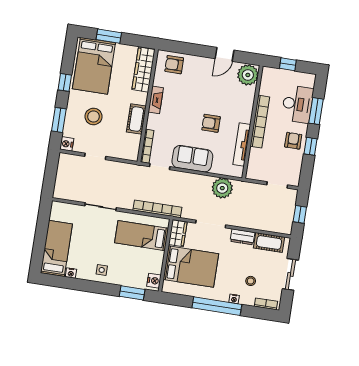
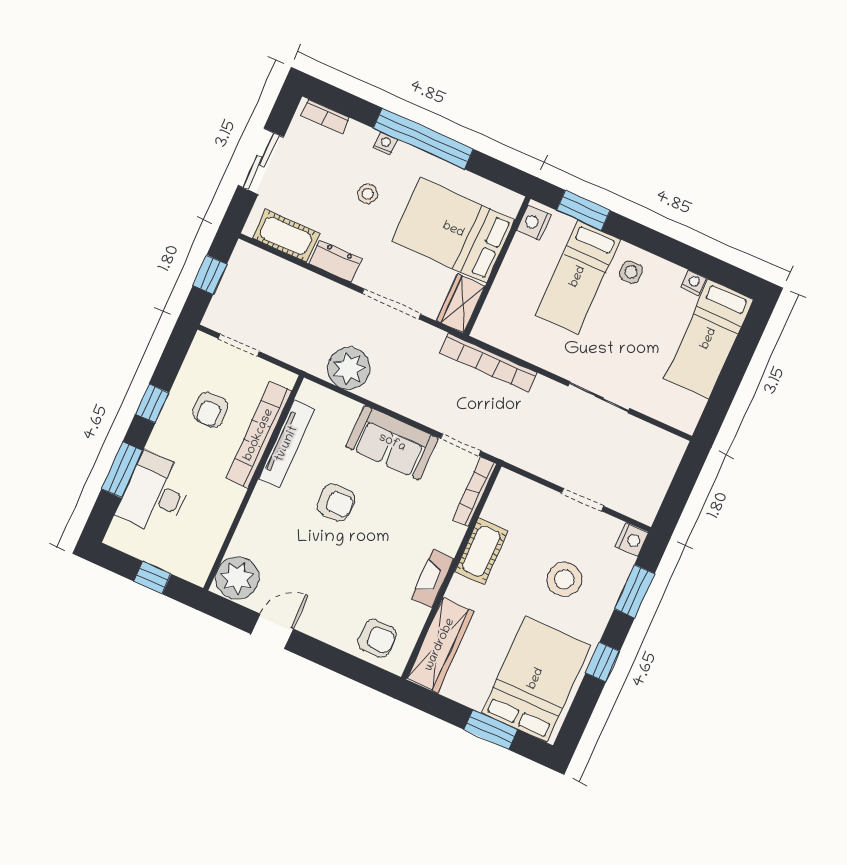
bookcase: (260, 122) -> (259, 435), moved
armchair: (293, 141) -> (210, 410), moved
bed: (142, 236) -> (578, 277), moved, turned 90
stool: (251, 281) -> (368, 194), moved

